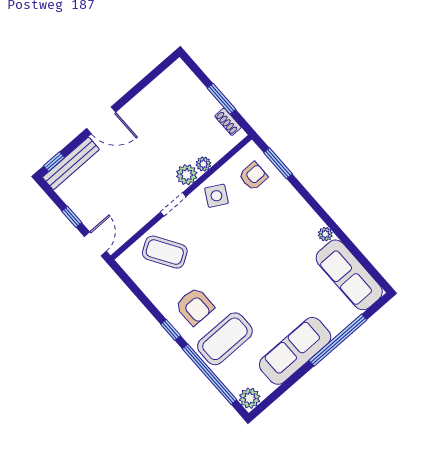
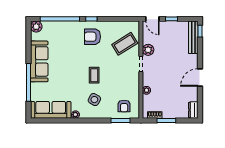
dresser: (174, 74) -> (193, 110), added
door: (101, 120) -> (200, 78), moved
plant: (187, 175) -> (148, 50), moved
side table: (216, 196) -> (94, 100), moved
coffee table: (225, 339) -> (94, 75), moved, width x0.54, depth x0.58

